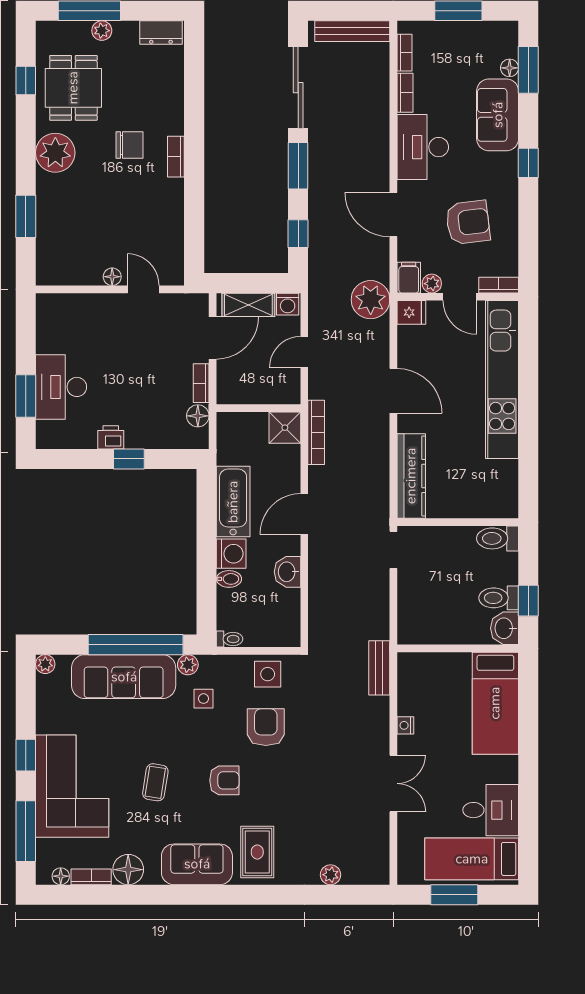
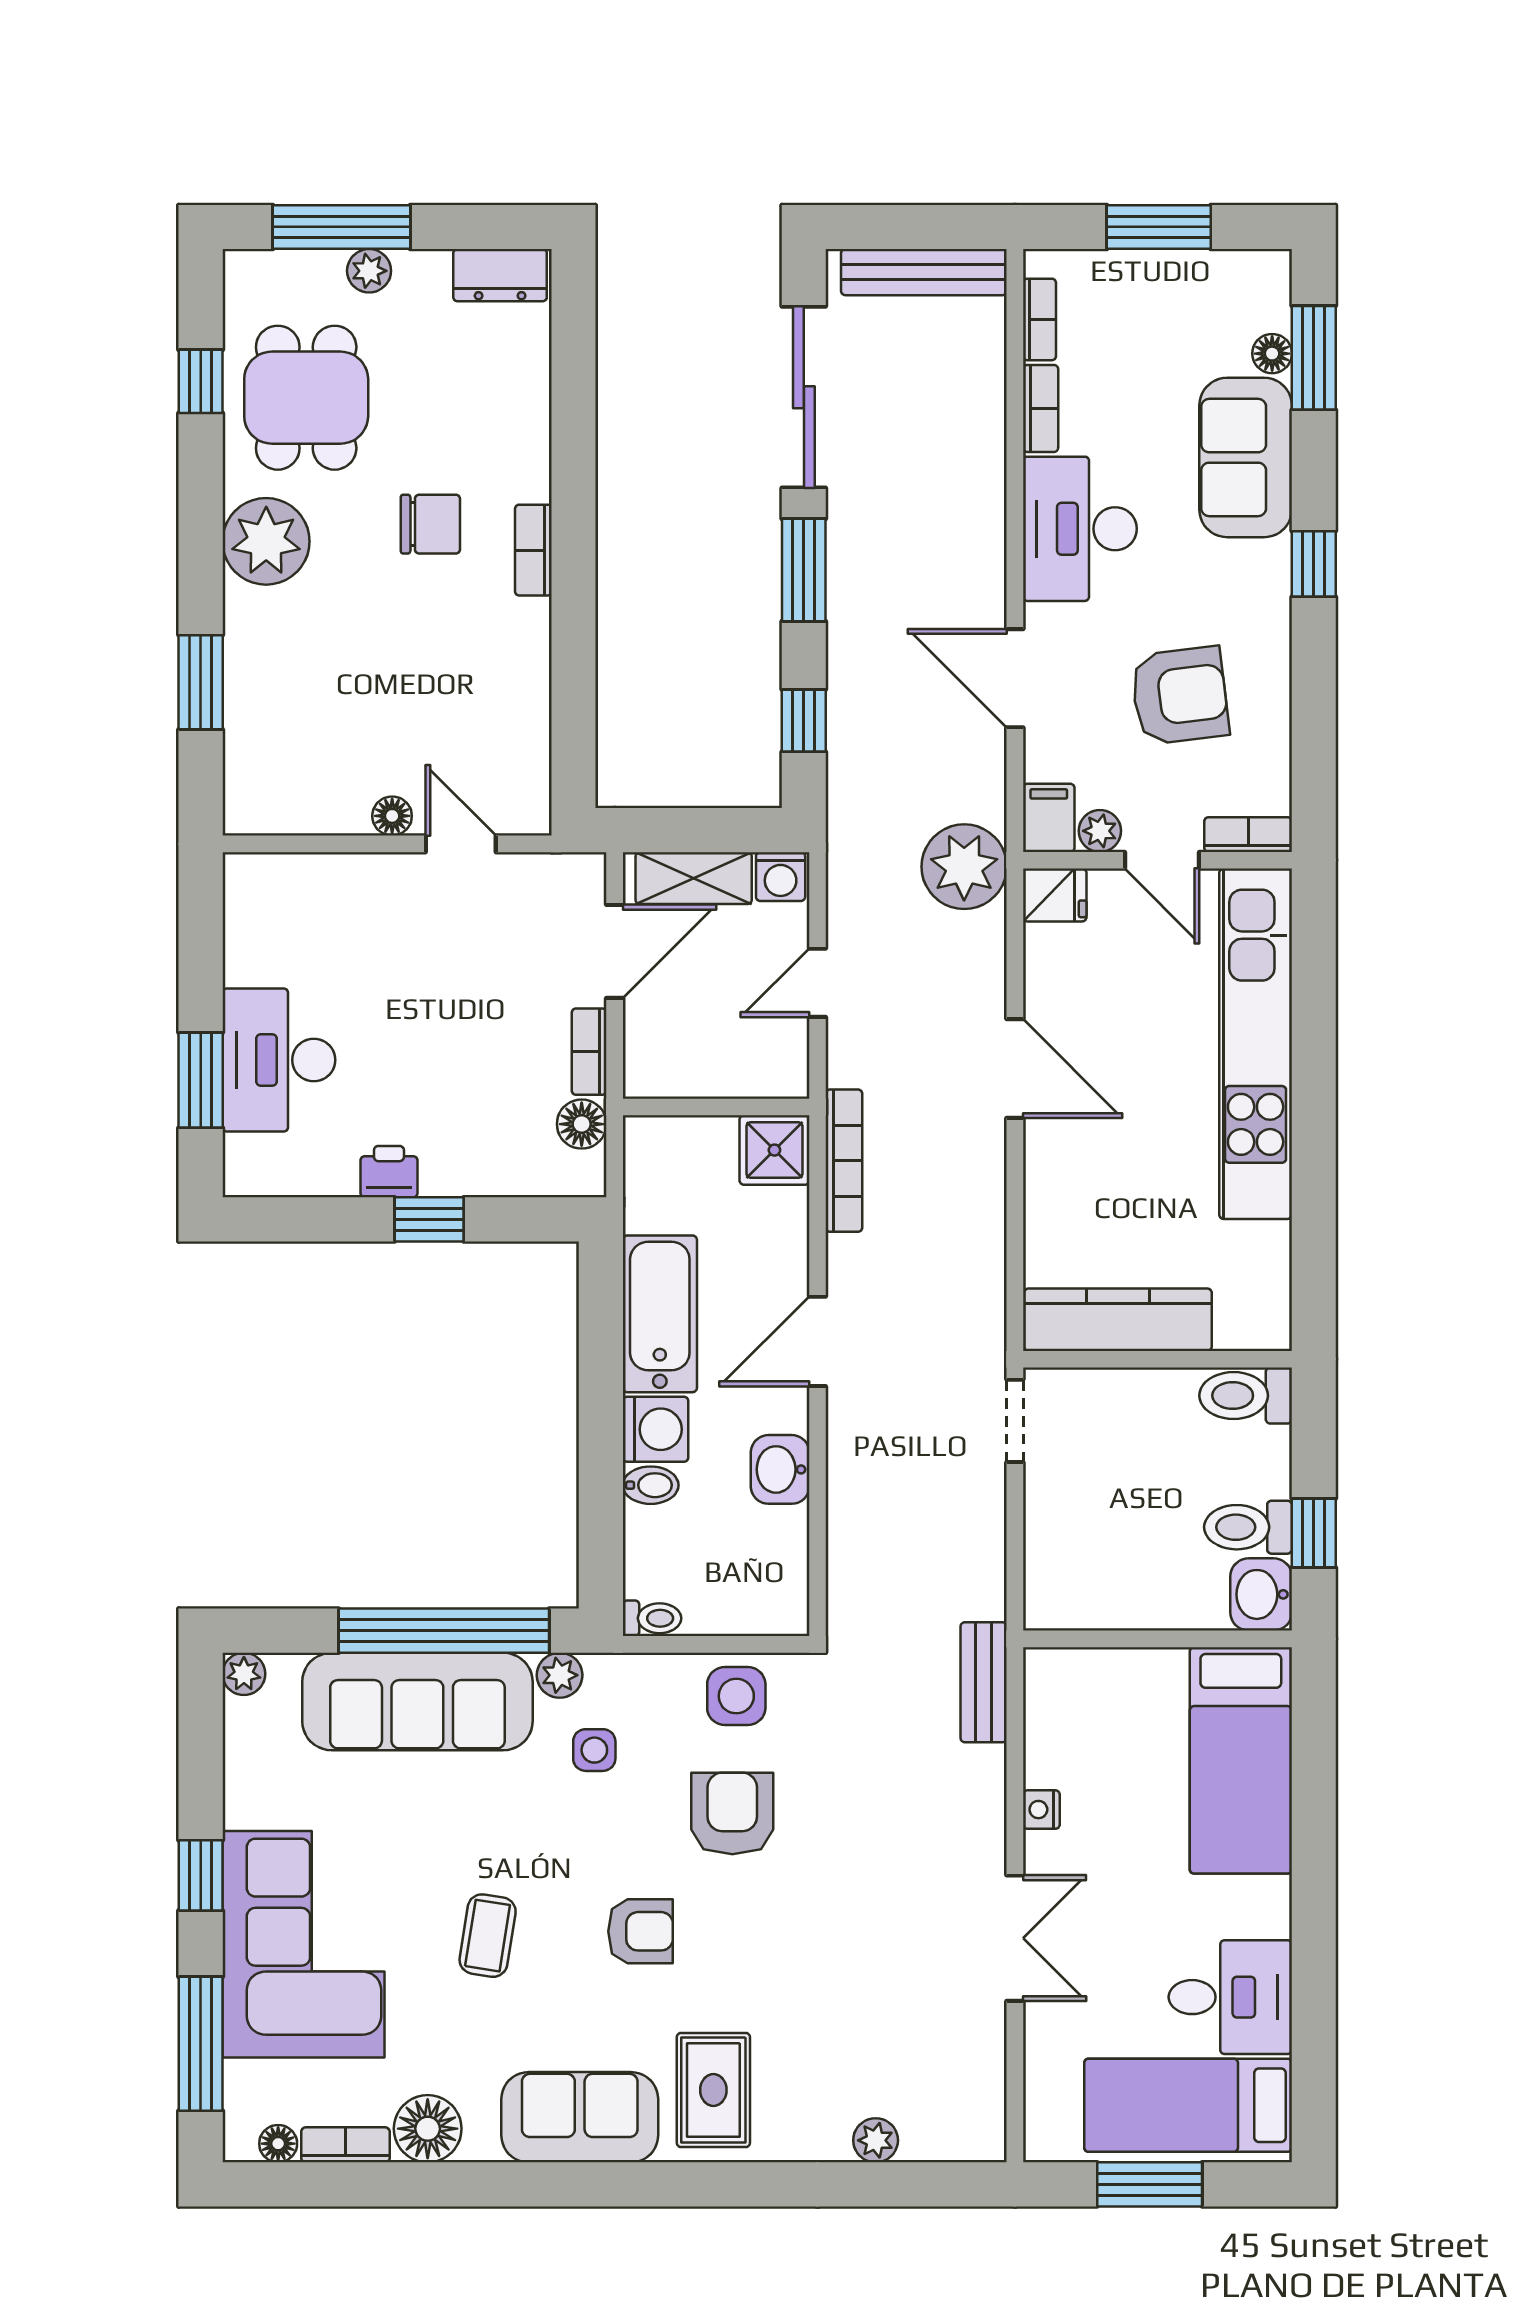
kitchen counter: (411, 476) -> (1118, 1320), moved, turned -90

